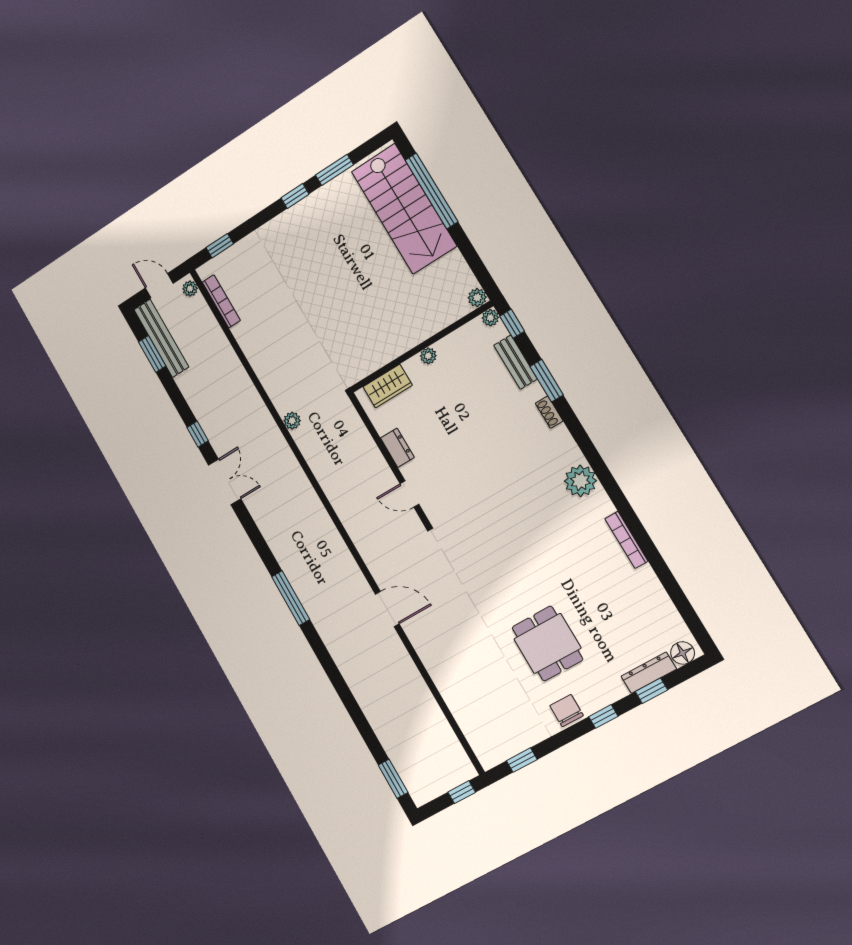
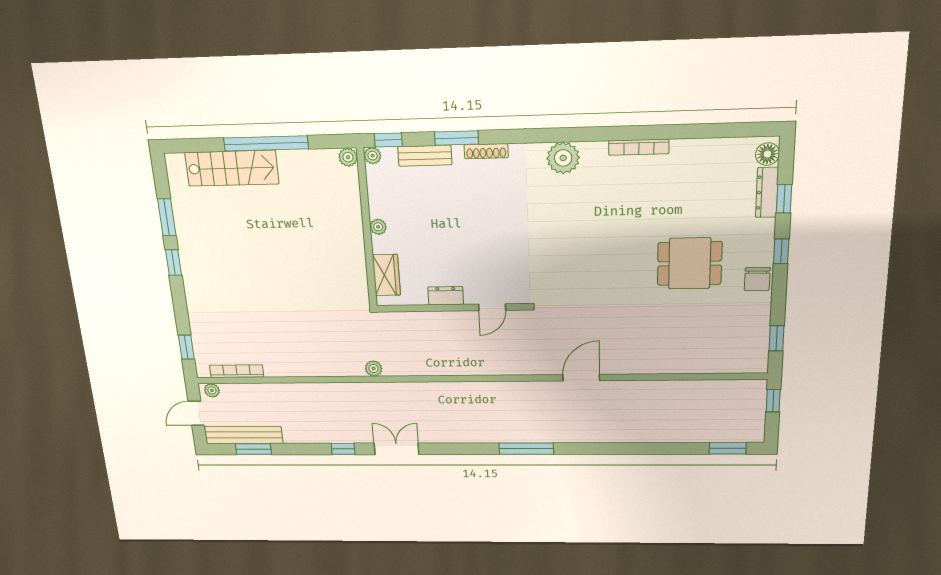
window: (431, 191) -> (266, 143), moved
stairs: (404, 209) -> (232, 168), width x0.73, depth x0.66
shoe rack: (549, 412) -> (486, 151), width x1.43
chair: (567, 711) -> (757, 279), turned -90

